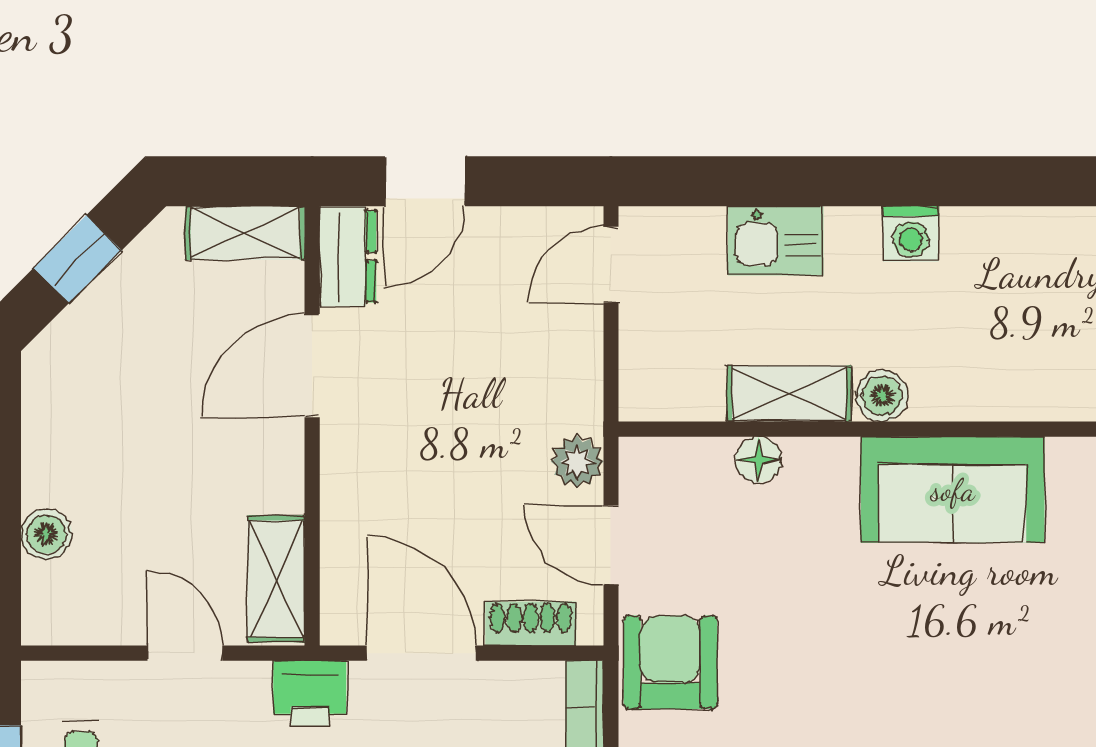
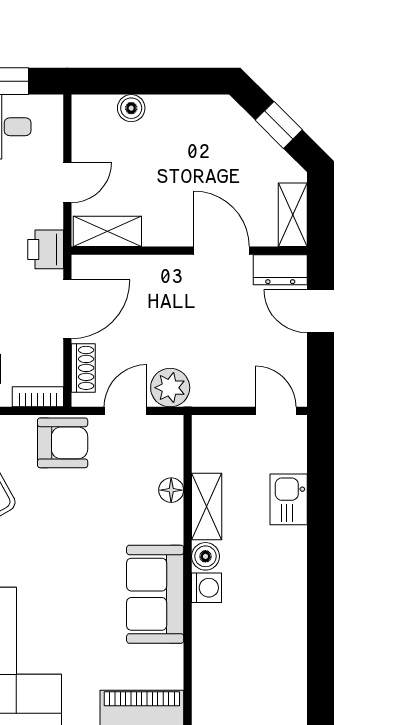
washing machine: (911, 234) -> (206, 588), moved, turned 180
plant: (577, 462) -> (170, 388), width x1.38, depth x1.38

